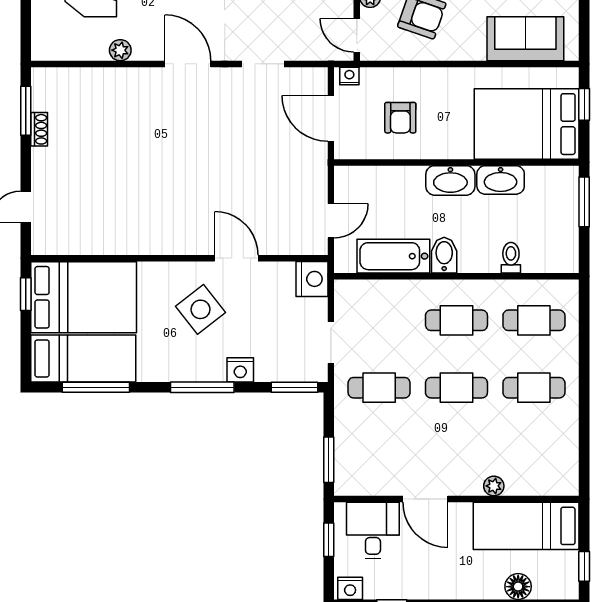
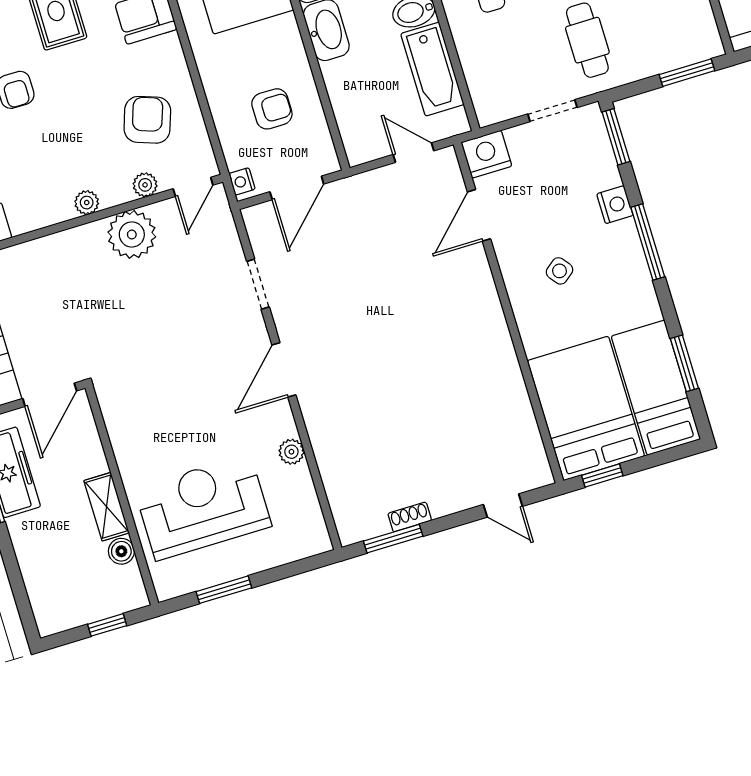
door: (236, 258) -> (479, 215), moved
side table: (200, 309) -> (559, 271), width x0.54, depth x0.54
window: (96, 387) -> (684, 363), width x0.69

